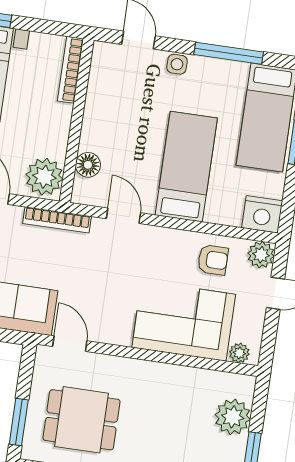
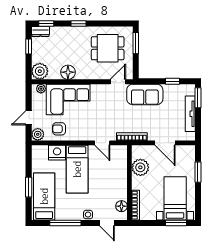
floor lamp: (88, 165) -> (121, 206), moved
plant: (44, 177) -> (140, 167), moved
nightstand: (262, 214) -> (57, 153), moved
door: (70, 344) -> (118, 82), swing flipped
floor lamp: (175, 380) -> (68, 72), added
plant: (233, 417) -> (40, 71), moved

